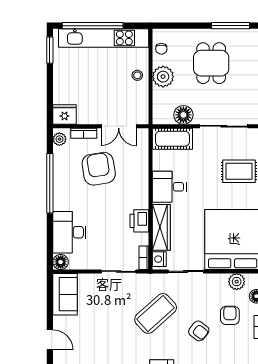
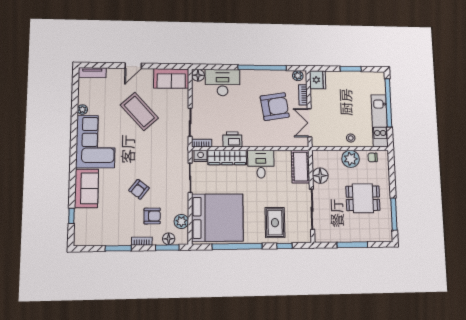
kitchen unit: (104, 38) -> (380, 121), width x0.73
window: (50, 50) -> (351, 69), moved
coffee table: (156, 313) -> (139, 111), moved

